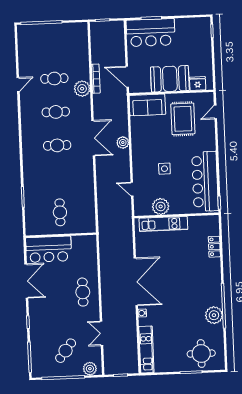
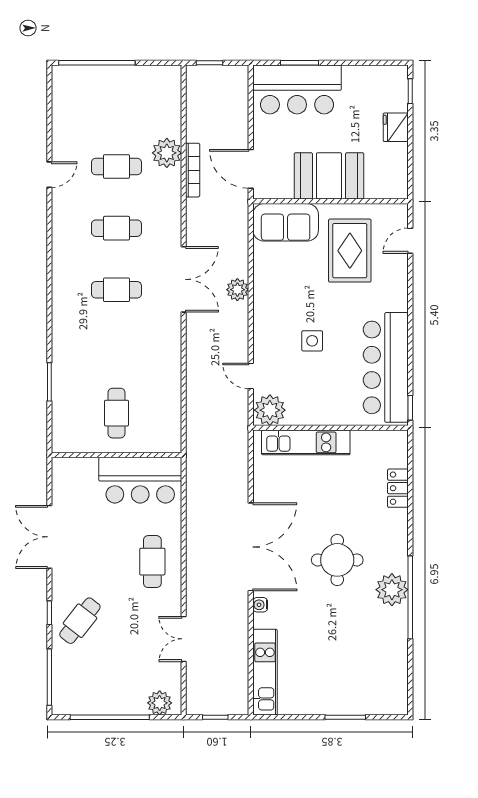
fridge: (198, 83) -> (396, 127), moved, turned -90
plant: (82, 89) -> (167, 153), moved
plant: (161, 206) -> (270, 410), moved
bar counter: (49, 249) -> (140, 480), moved
double door: (26, 281) -> (49, 537), swing flipped
plant: (214, 315) -> (392, 590), moved
cafe table: (66, 351) -> (80, 621), moved
round table: (201, 354) -> (337, 560), moved

